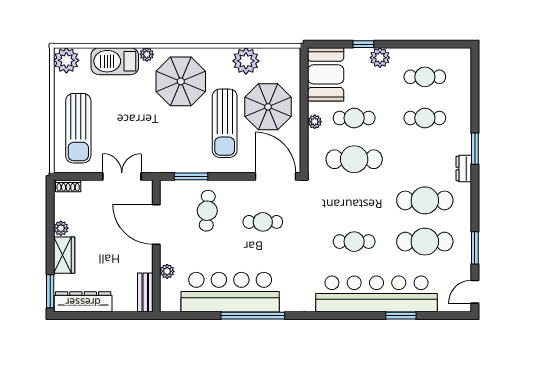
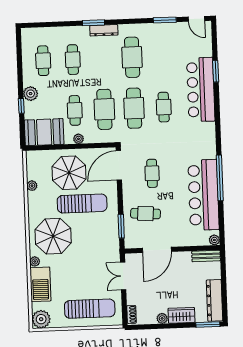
plant: (246, 61) -> (32, 186), width x0.53, depth x0.53
dresser: (464, 169) -> (104, 30), width x1.44
cafe table: (425, 242) -> (134, 108), moved
plant: (167, 271) -> (214, 240), moved
bar counter: (376, 294) -> (201, 90), width x0.73

